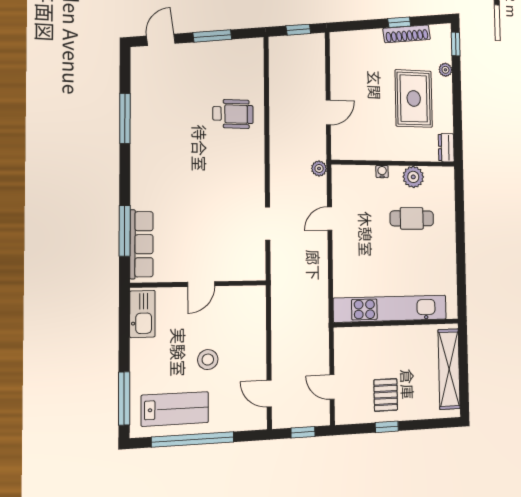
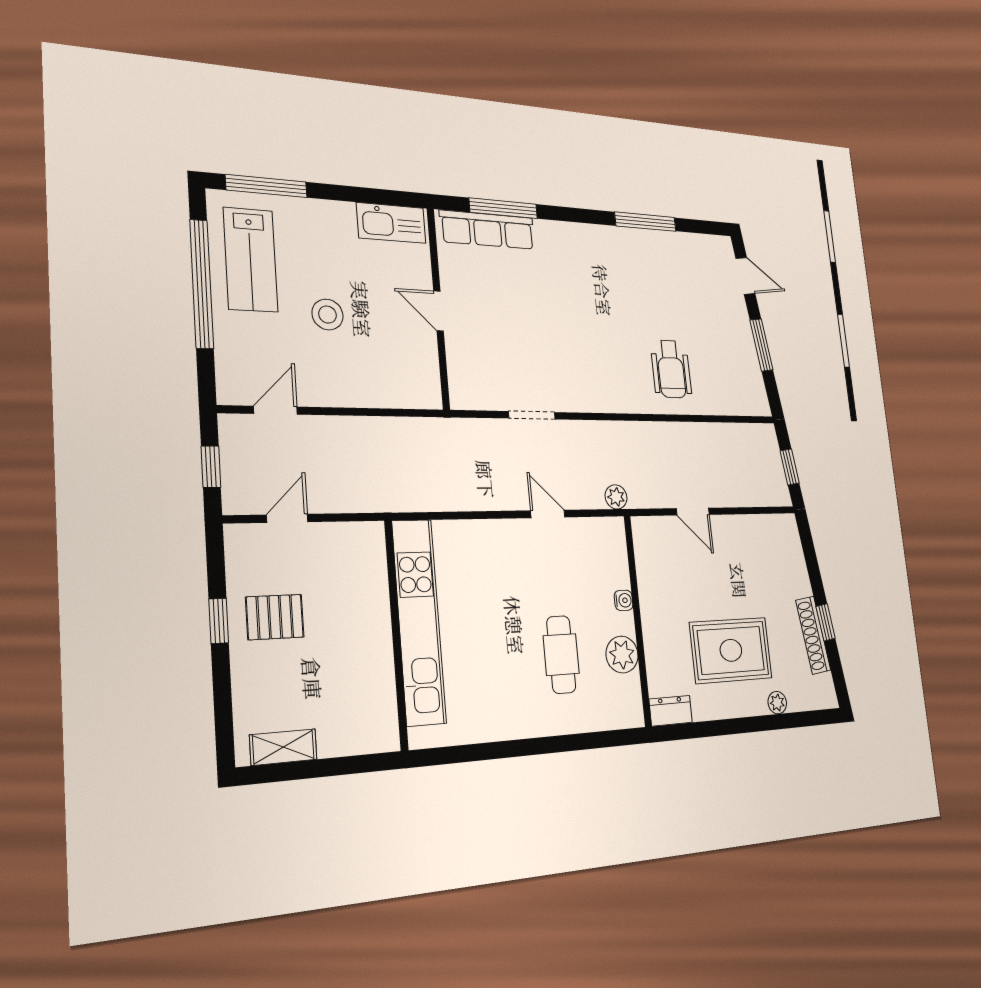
window: (456, 44) -> (814, 718), removed
shelving: (449, 369) -> (283, 747), width x0.45, depth x0.75

